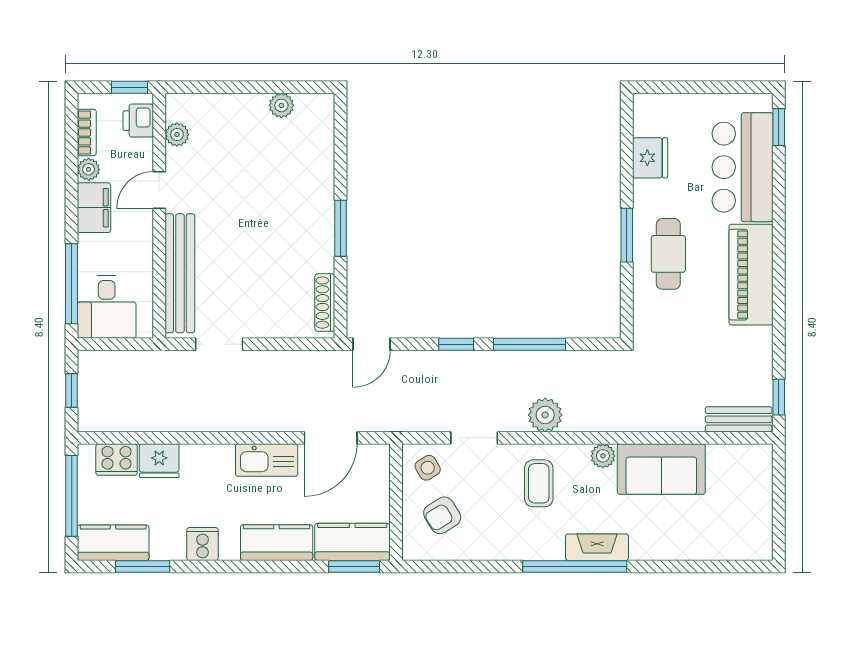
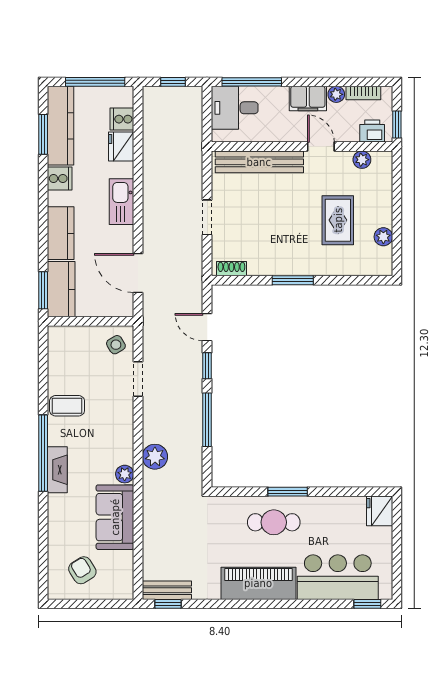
fridge: (650, 158) -> (380, 511), moved, turned 90
rug: (259, 167) -> (338, 220), added
shoe rack: (325, 303) -> (231, 269), width x0.70
doorway: (219, 344) -> (207, 217), moved
door: (372, 344) -> (207, 327), moved
plant: (545, 415) -> (155, 457), moved
bench: (739, 419) -> (167, 590), moved, turned 90
cooker: (117, 460) -> (122, 119), width x0.73
kitchen sink: (267, 460) -> (122, 202), moved
coffee table: (539, 483) -> (67, 406), moved
armchair: (442, 515) -> (82, 570), moved
kitchen counter: (113, 543) -> (61, 126), width x1.50

